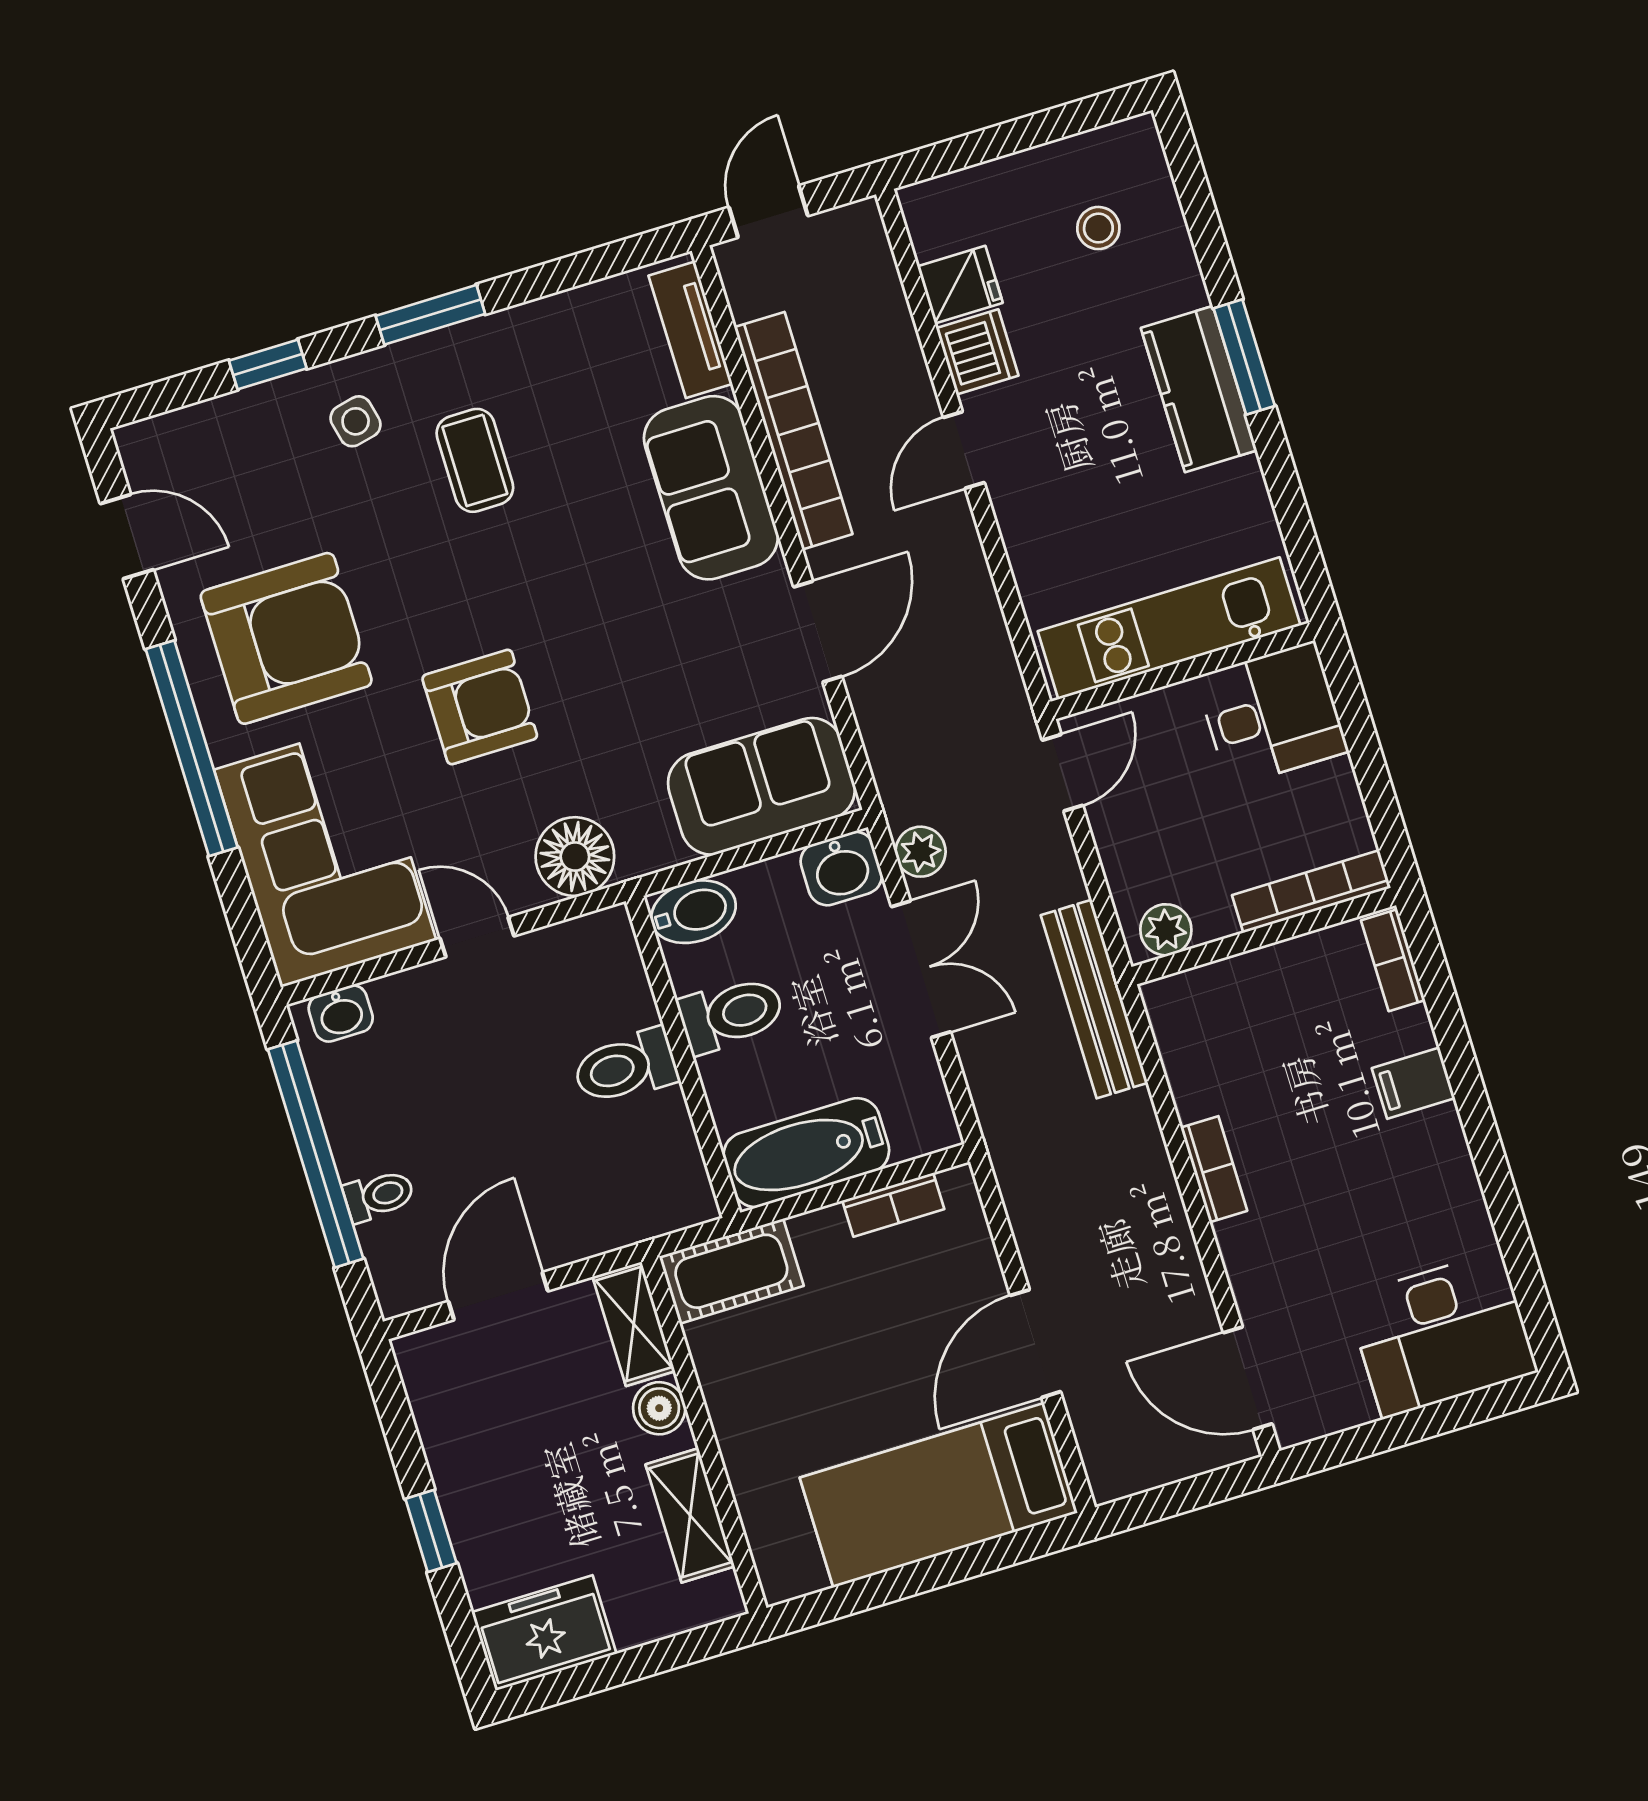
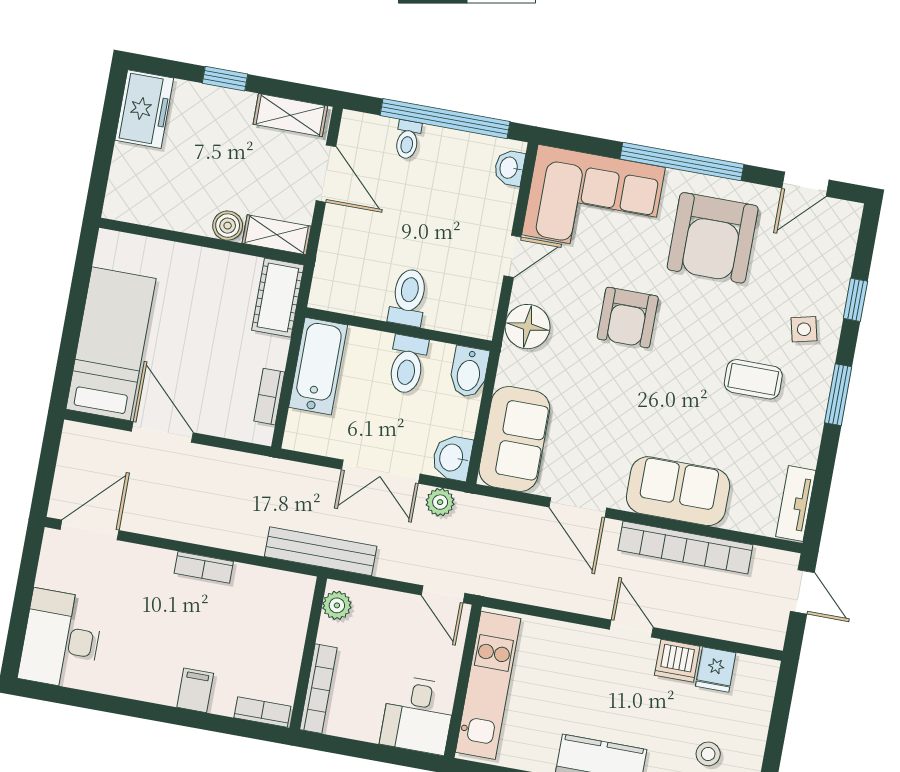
tv unit: (690, 330) -> (796, 503), moved, turned -90
shelving: (690, 1515) -> (290, 115), moved

